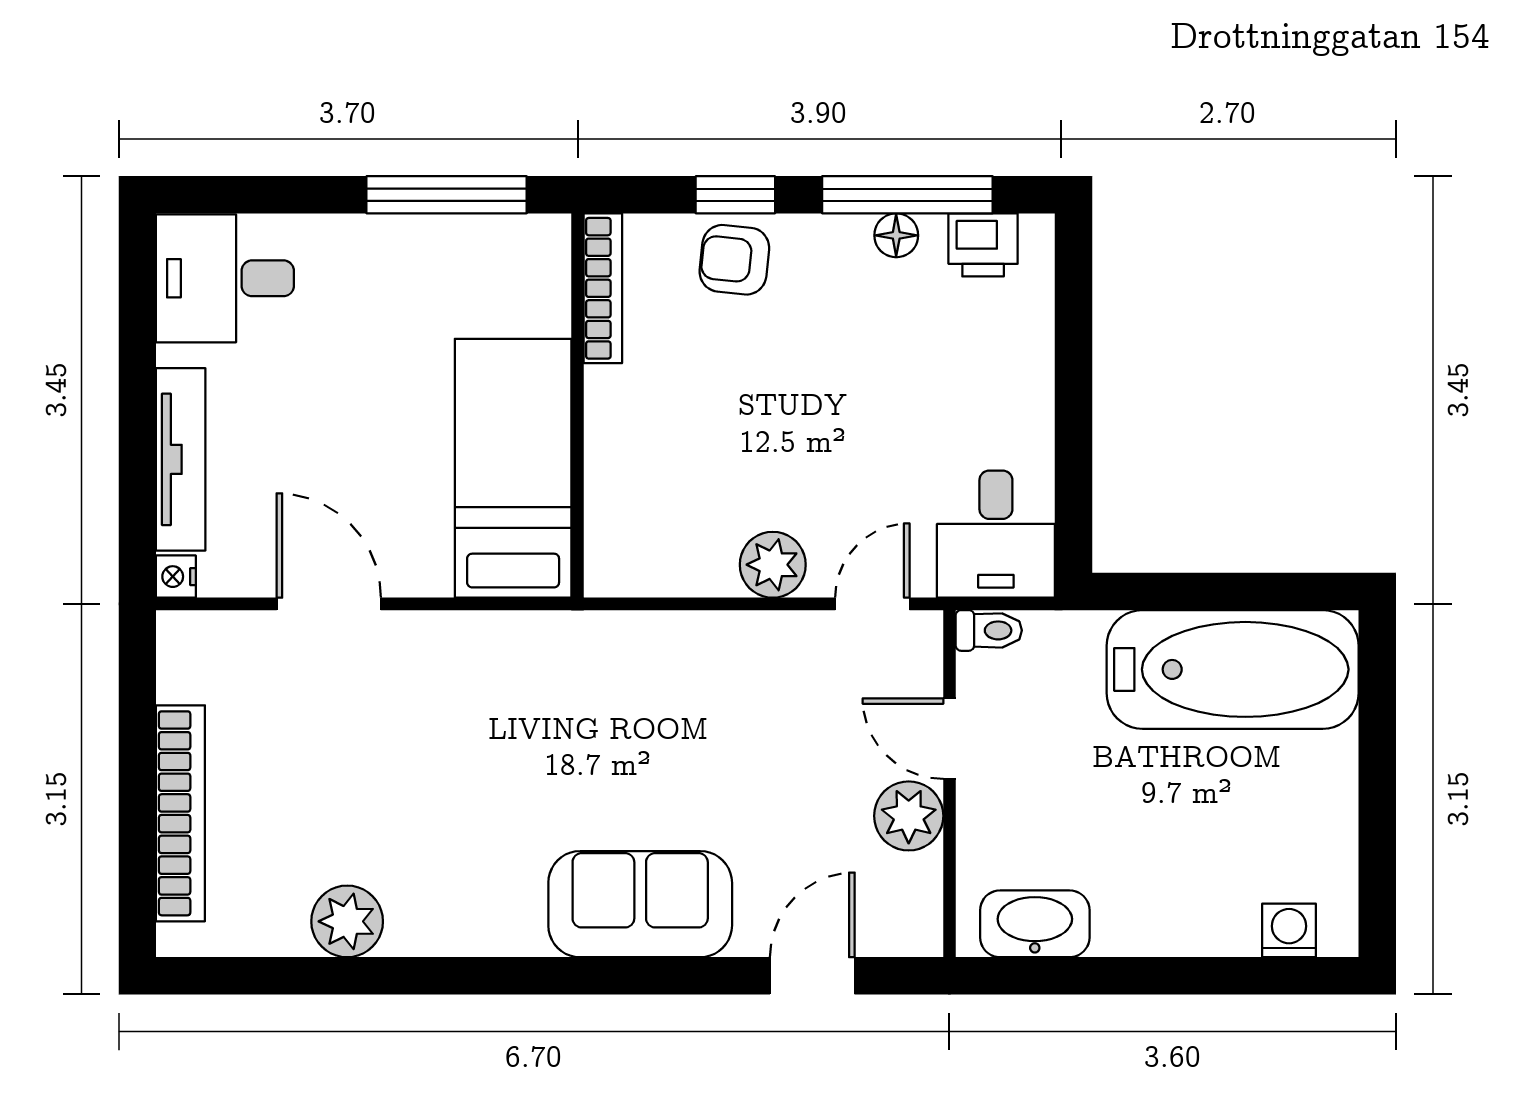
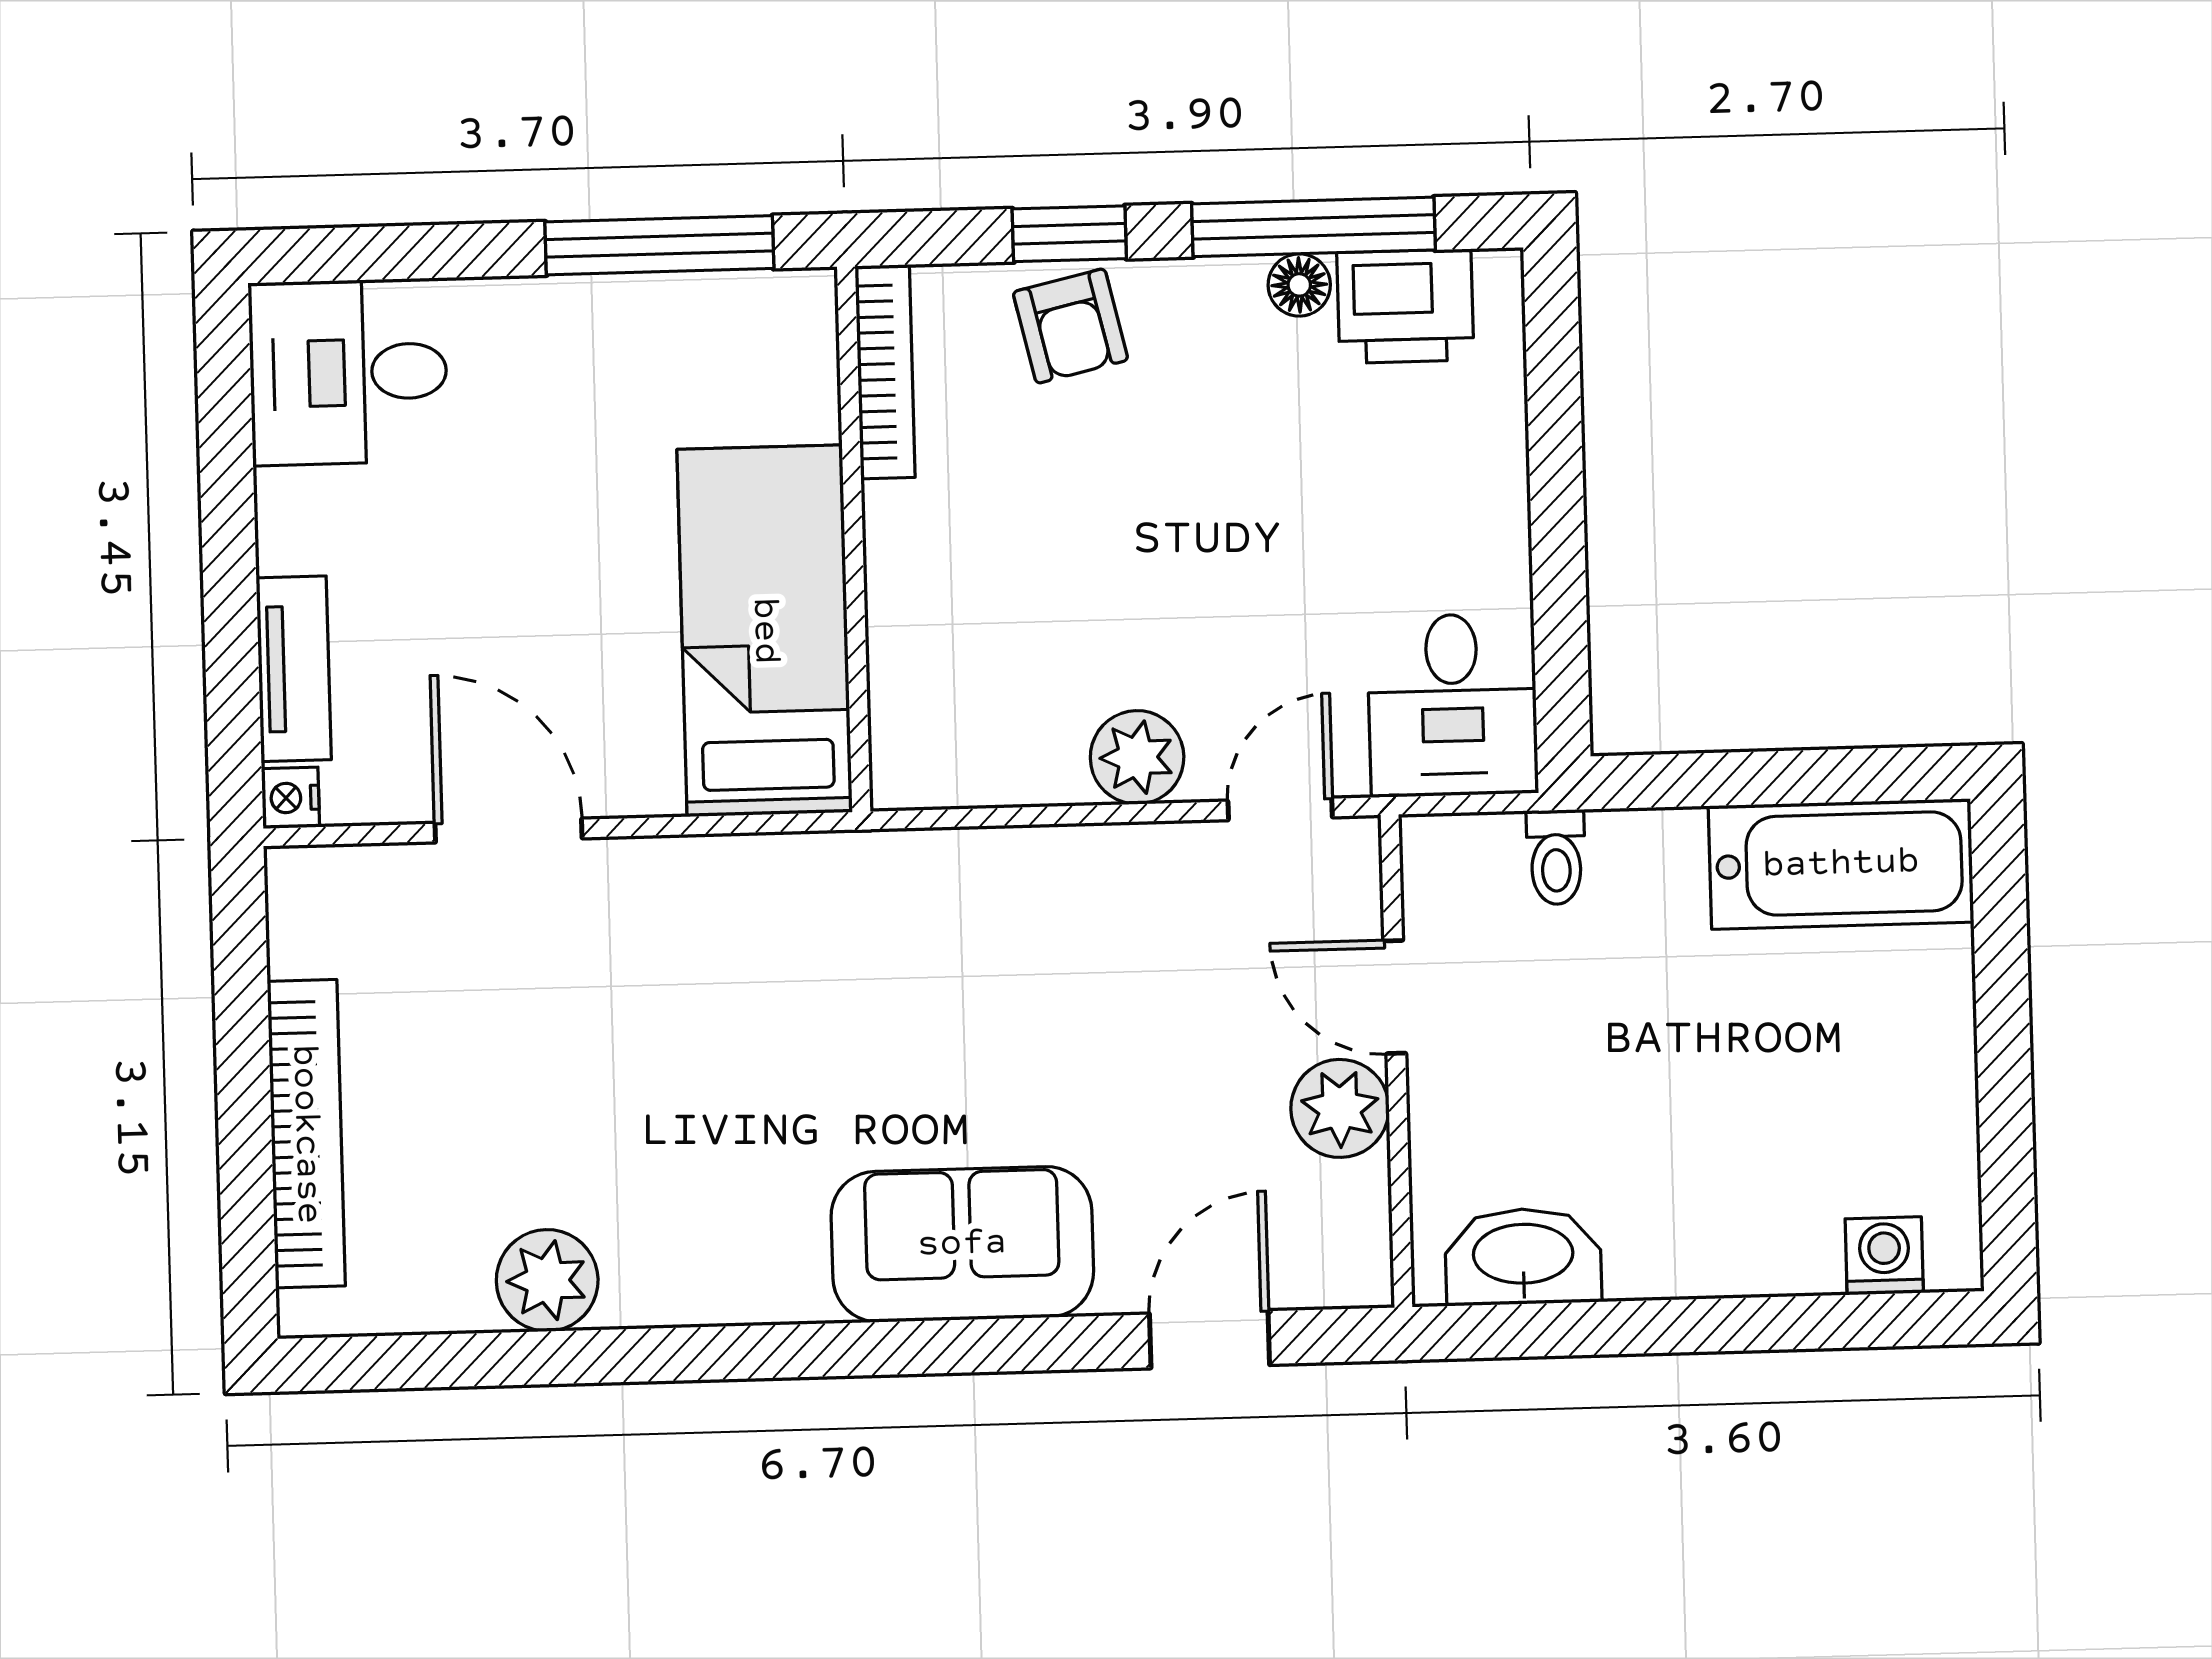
printer: (983, 245) -> (1405, 306), width x1.36, depth x1.24
armchair: (734, 260) -> (1070, 326), turned -109
tv unit: (181, 459) -> (294, 669), width x0.71
toilet: (989, 630) -> (1556, 857), moved, turned 90
bathtub: (1233, 669) -> (1841, 864), width x0.73, depth x0.73

